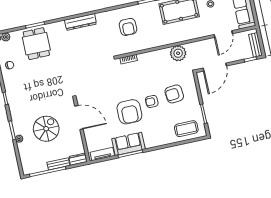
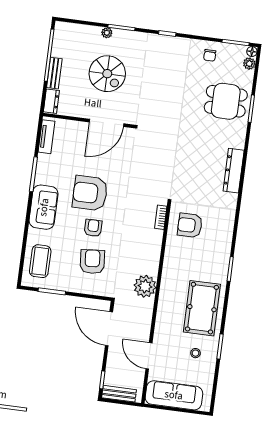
armchair: (128, 27) -> (190, 225), moved
sofa: (128, 144) -> (44, 207), moved

